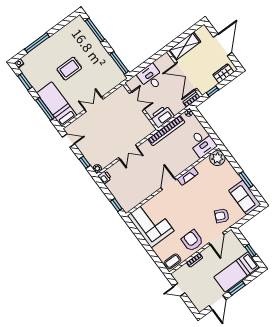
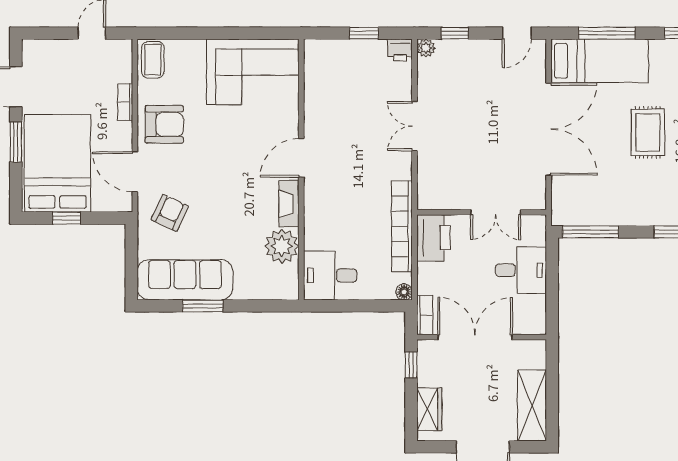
shelving: (185, 46) -> (532, 405), moved
double door: (94, 104) -> (549, 129), width x1.87
plant: (217, 158) -> (282, 246), moved
door: (168, 184) -> (301, 158), swing flipped
sofa: (245, 197) -> (185, 280), width x1.36
window: (116, 205) -> (364, 33), moved
bed: (237, 272) -> (57, 163), width x1.50

